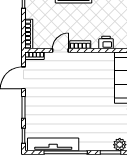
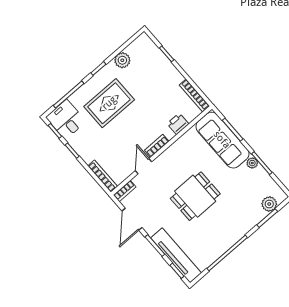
dining table: (77, 98) -> (195, 196), added
tv unit: (53, 144) -> (176, 255), moved, turned 90

